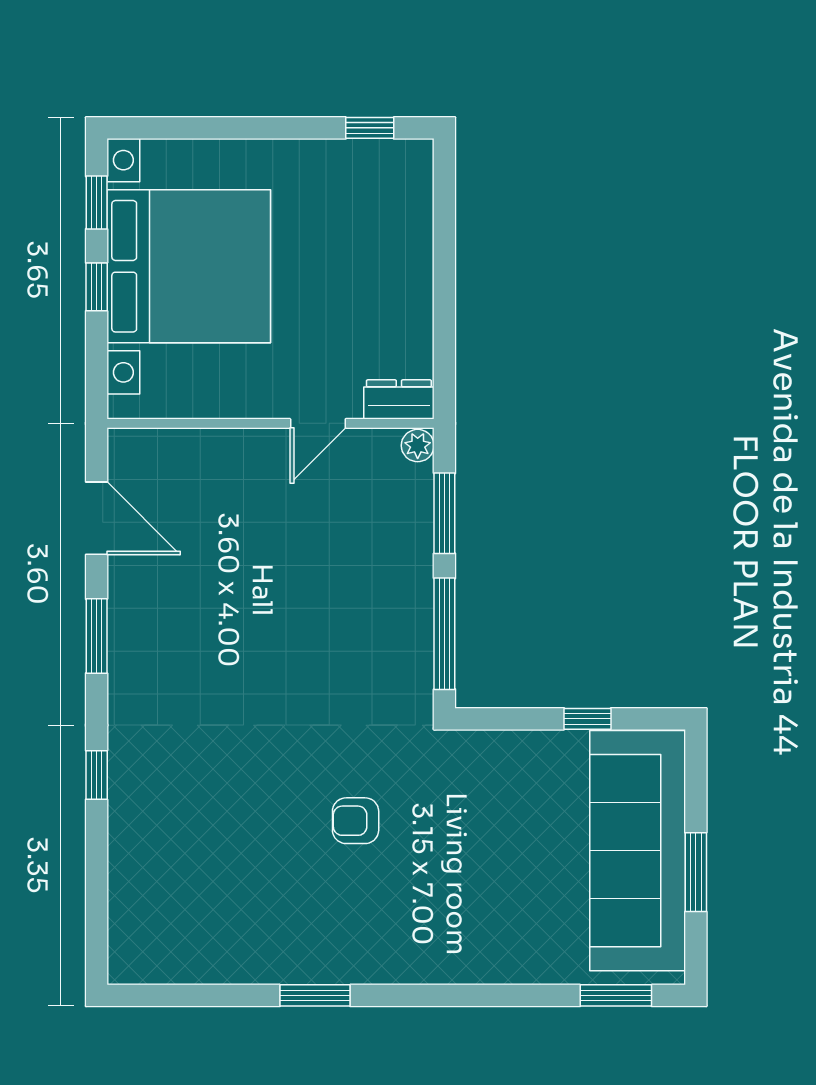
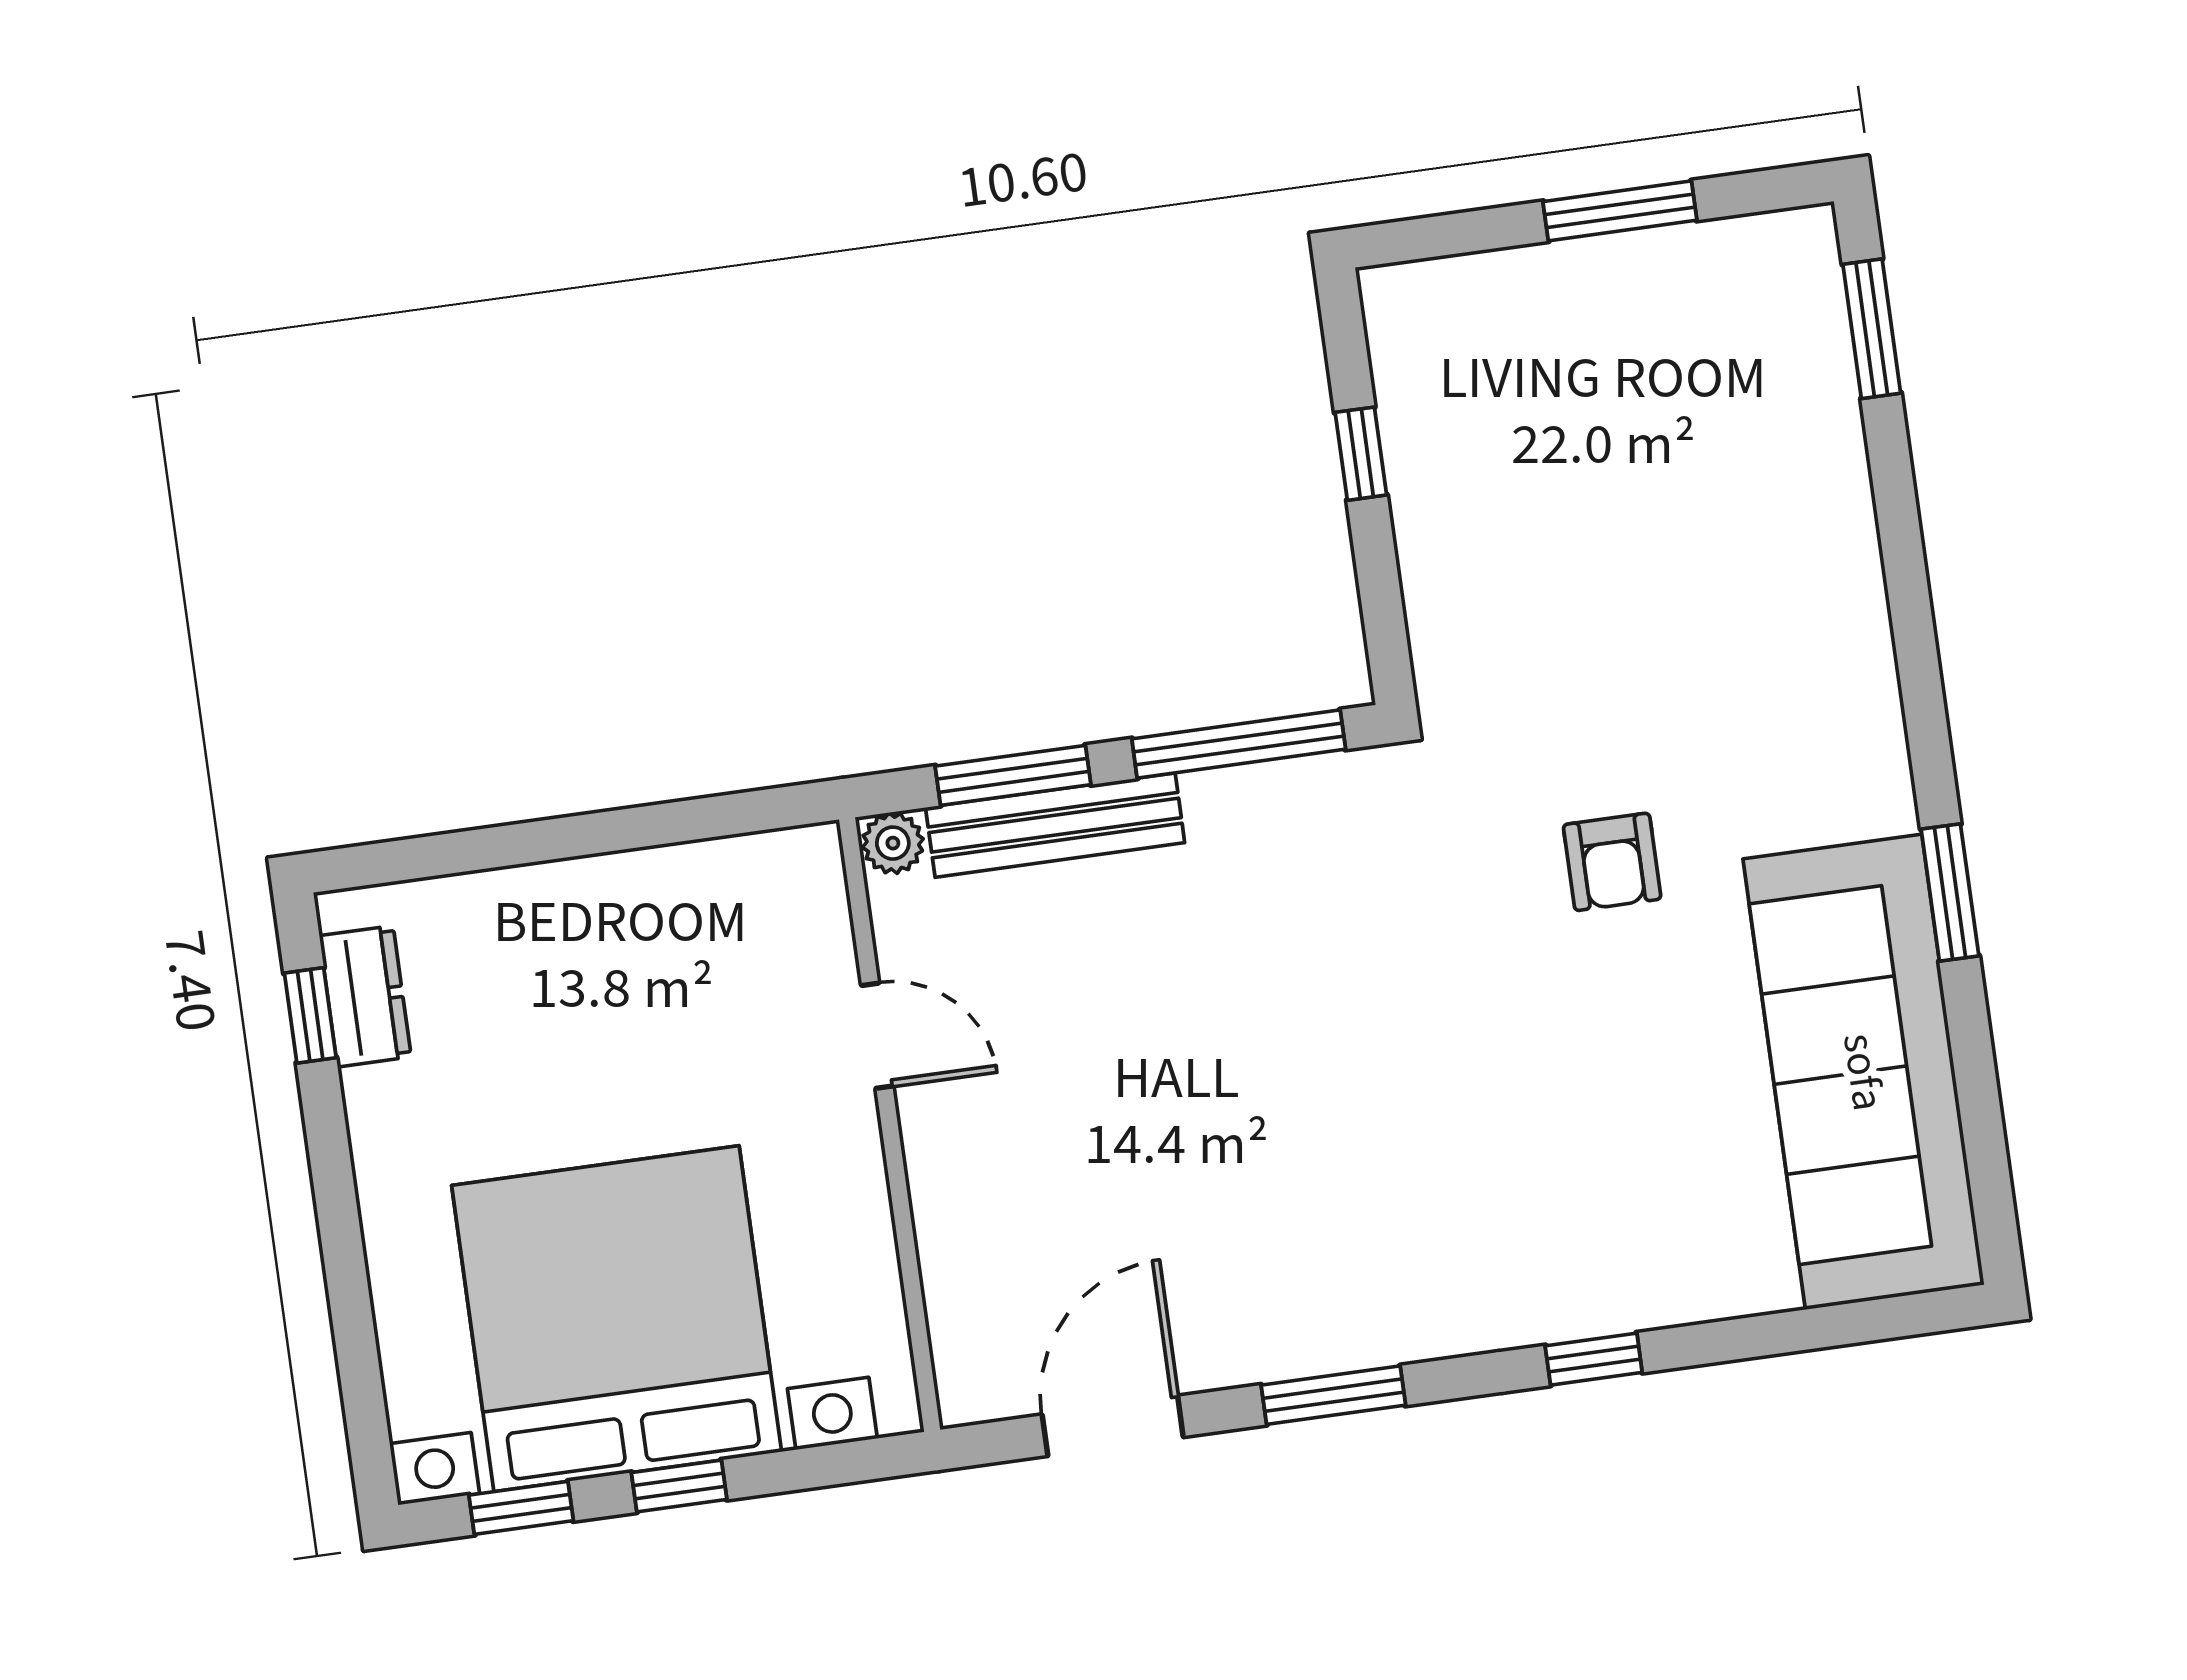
dresser: (399, 399) -> (365, 996), moved, turned 180
bench: (415, 532) -> (1055, 825), added
sofa: (638, 851) -> (1864, 1072), moved, turned 90

